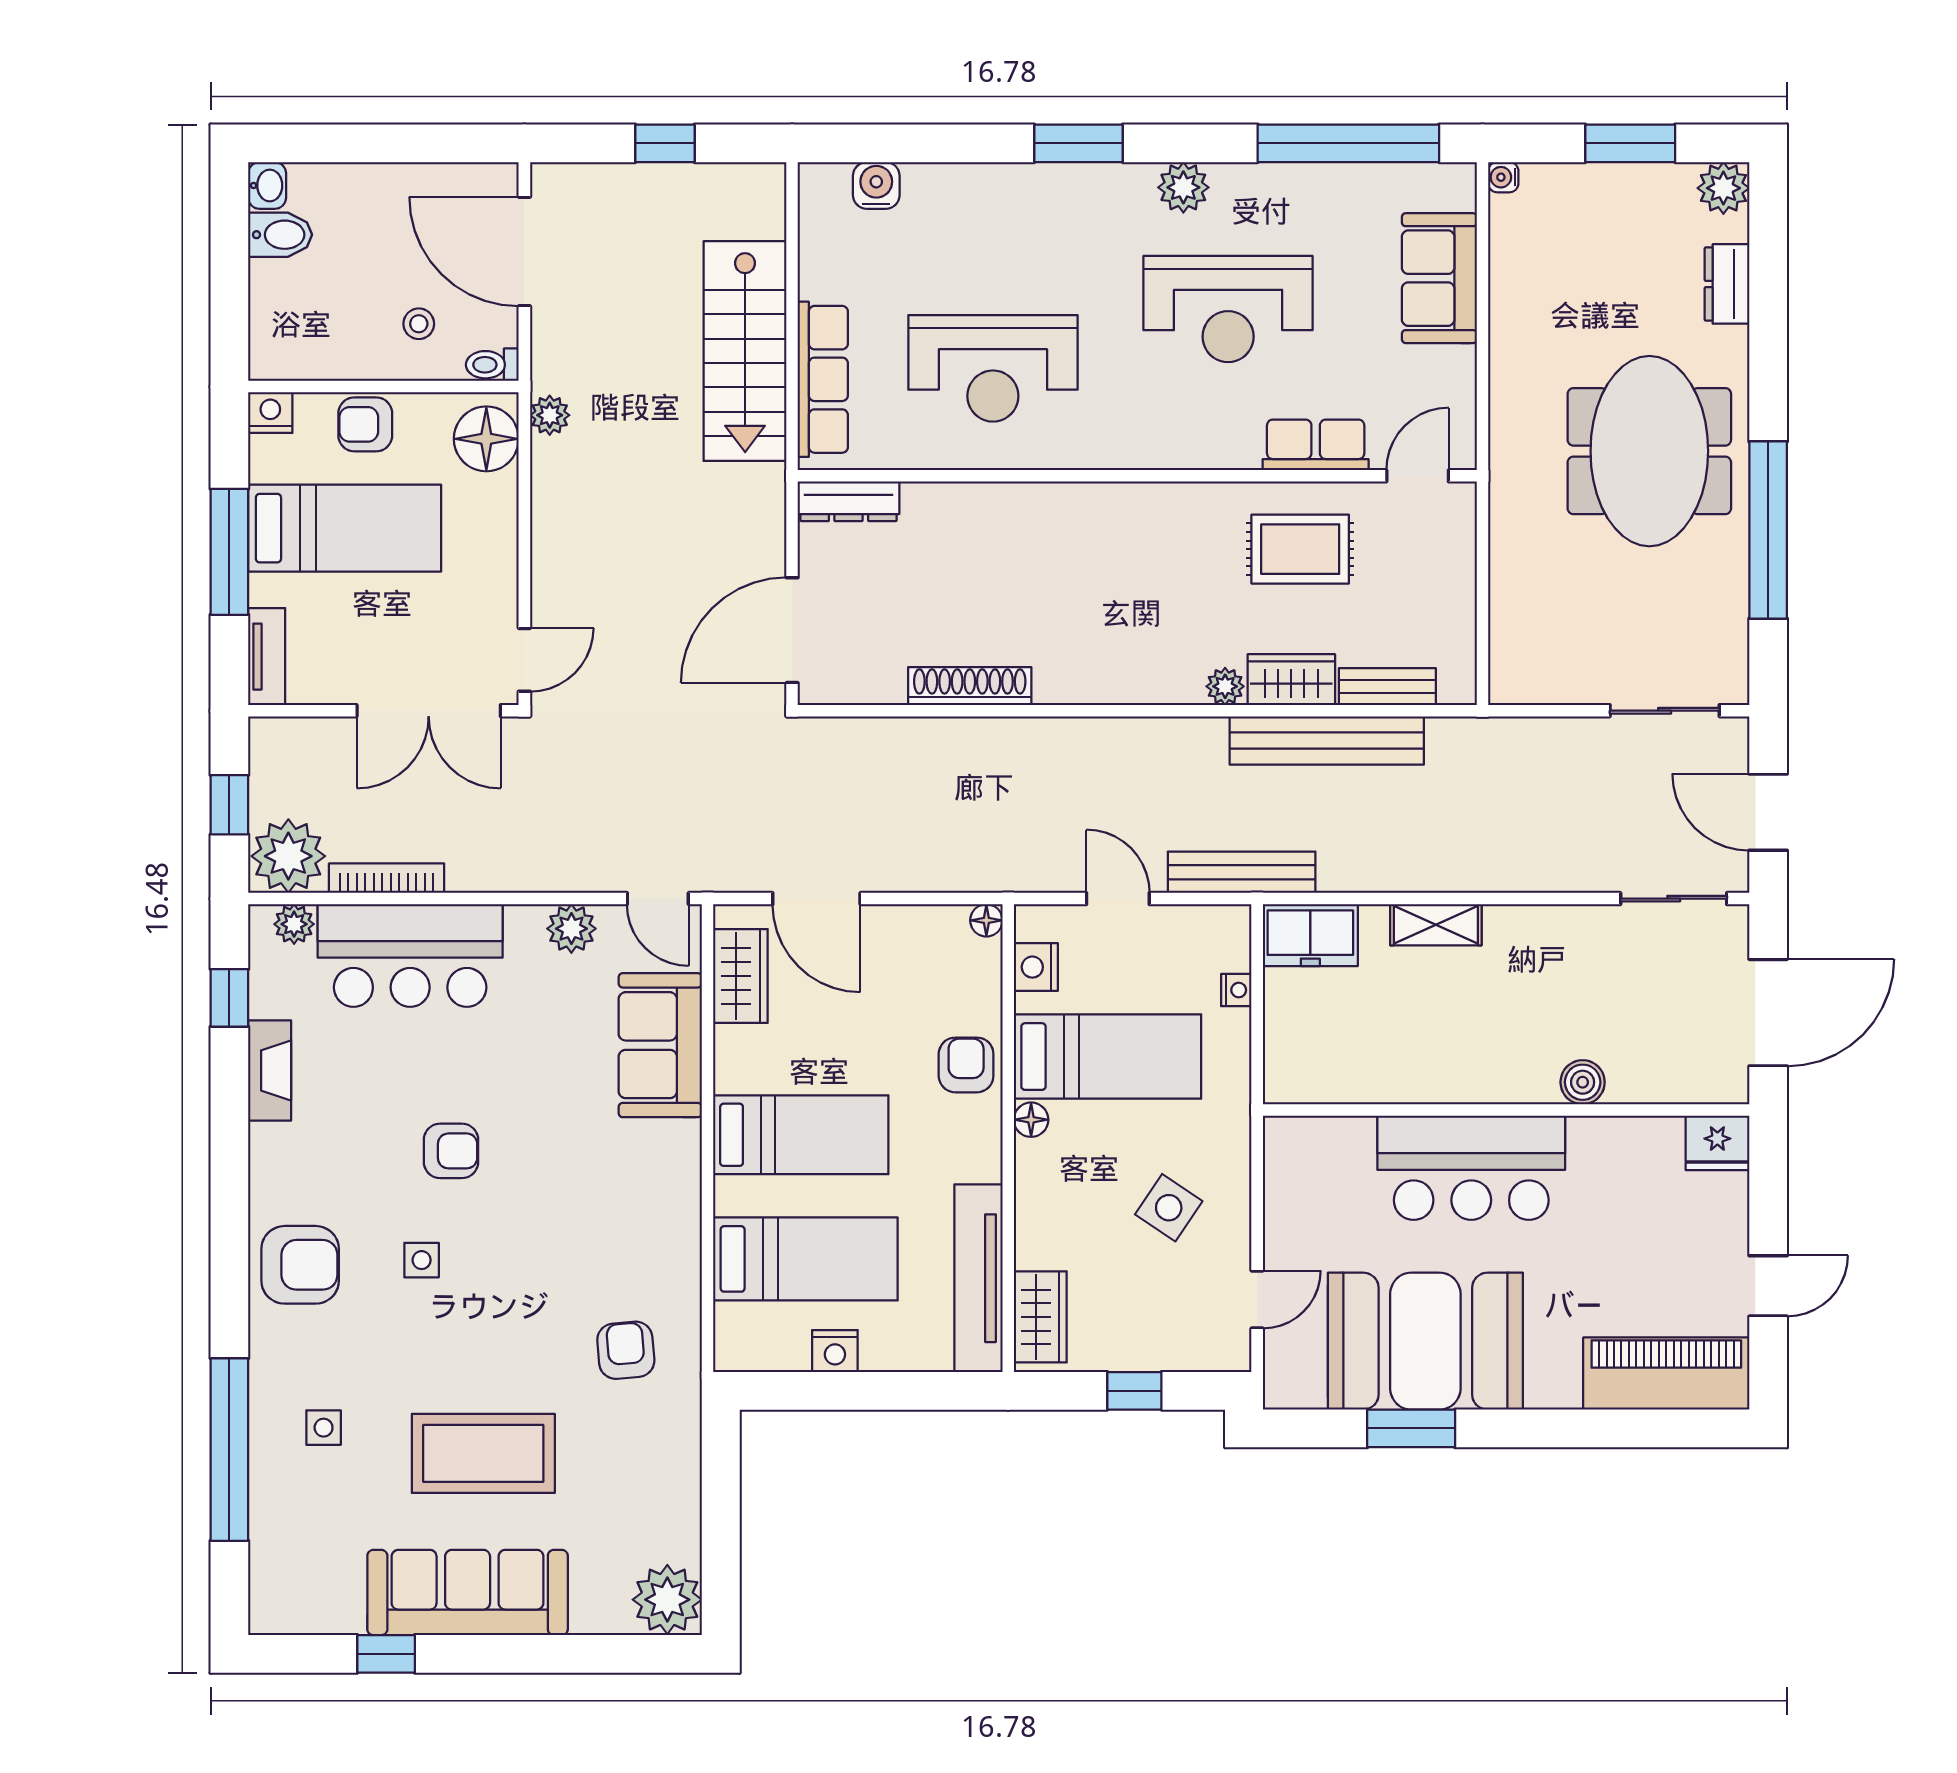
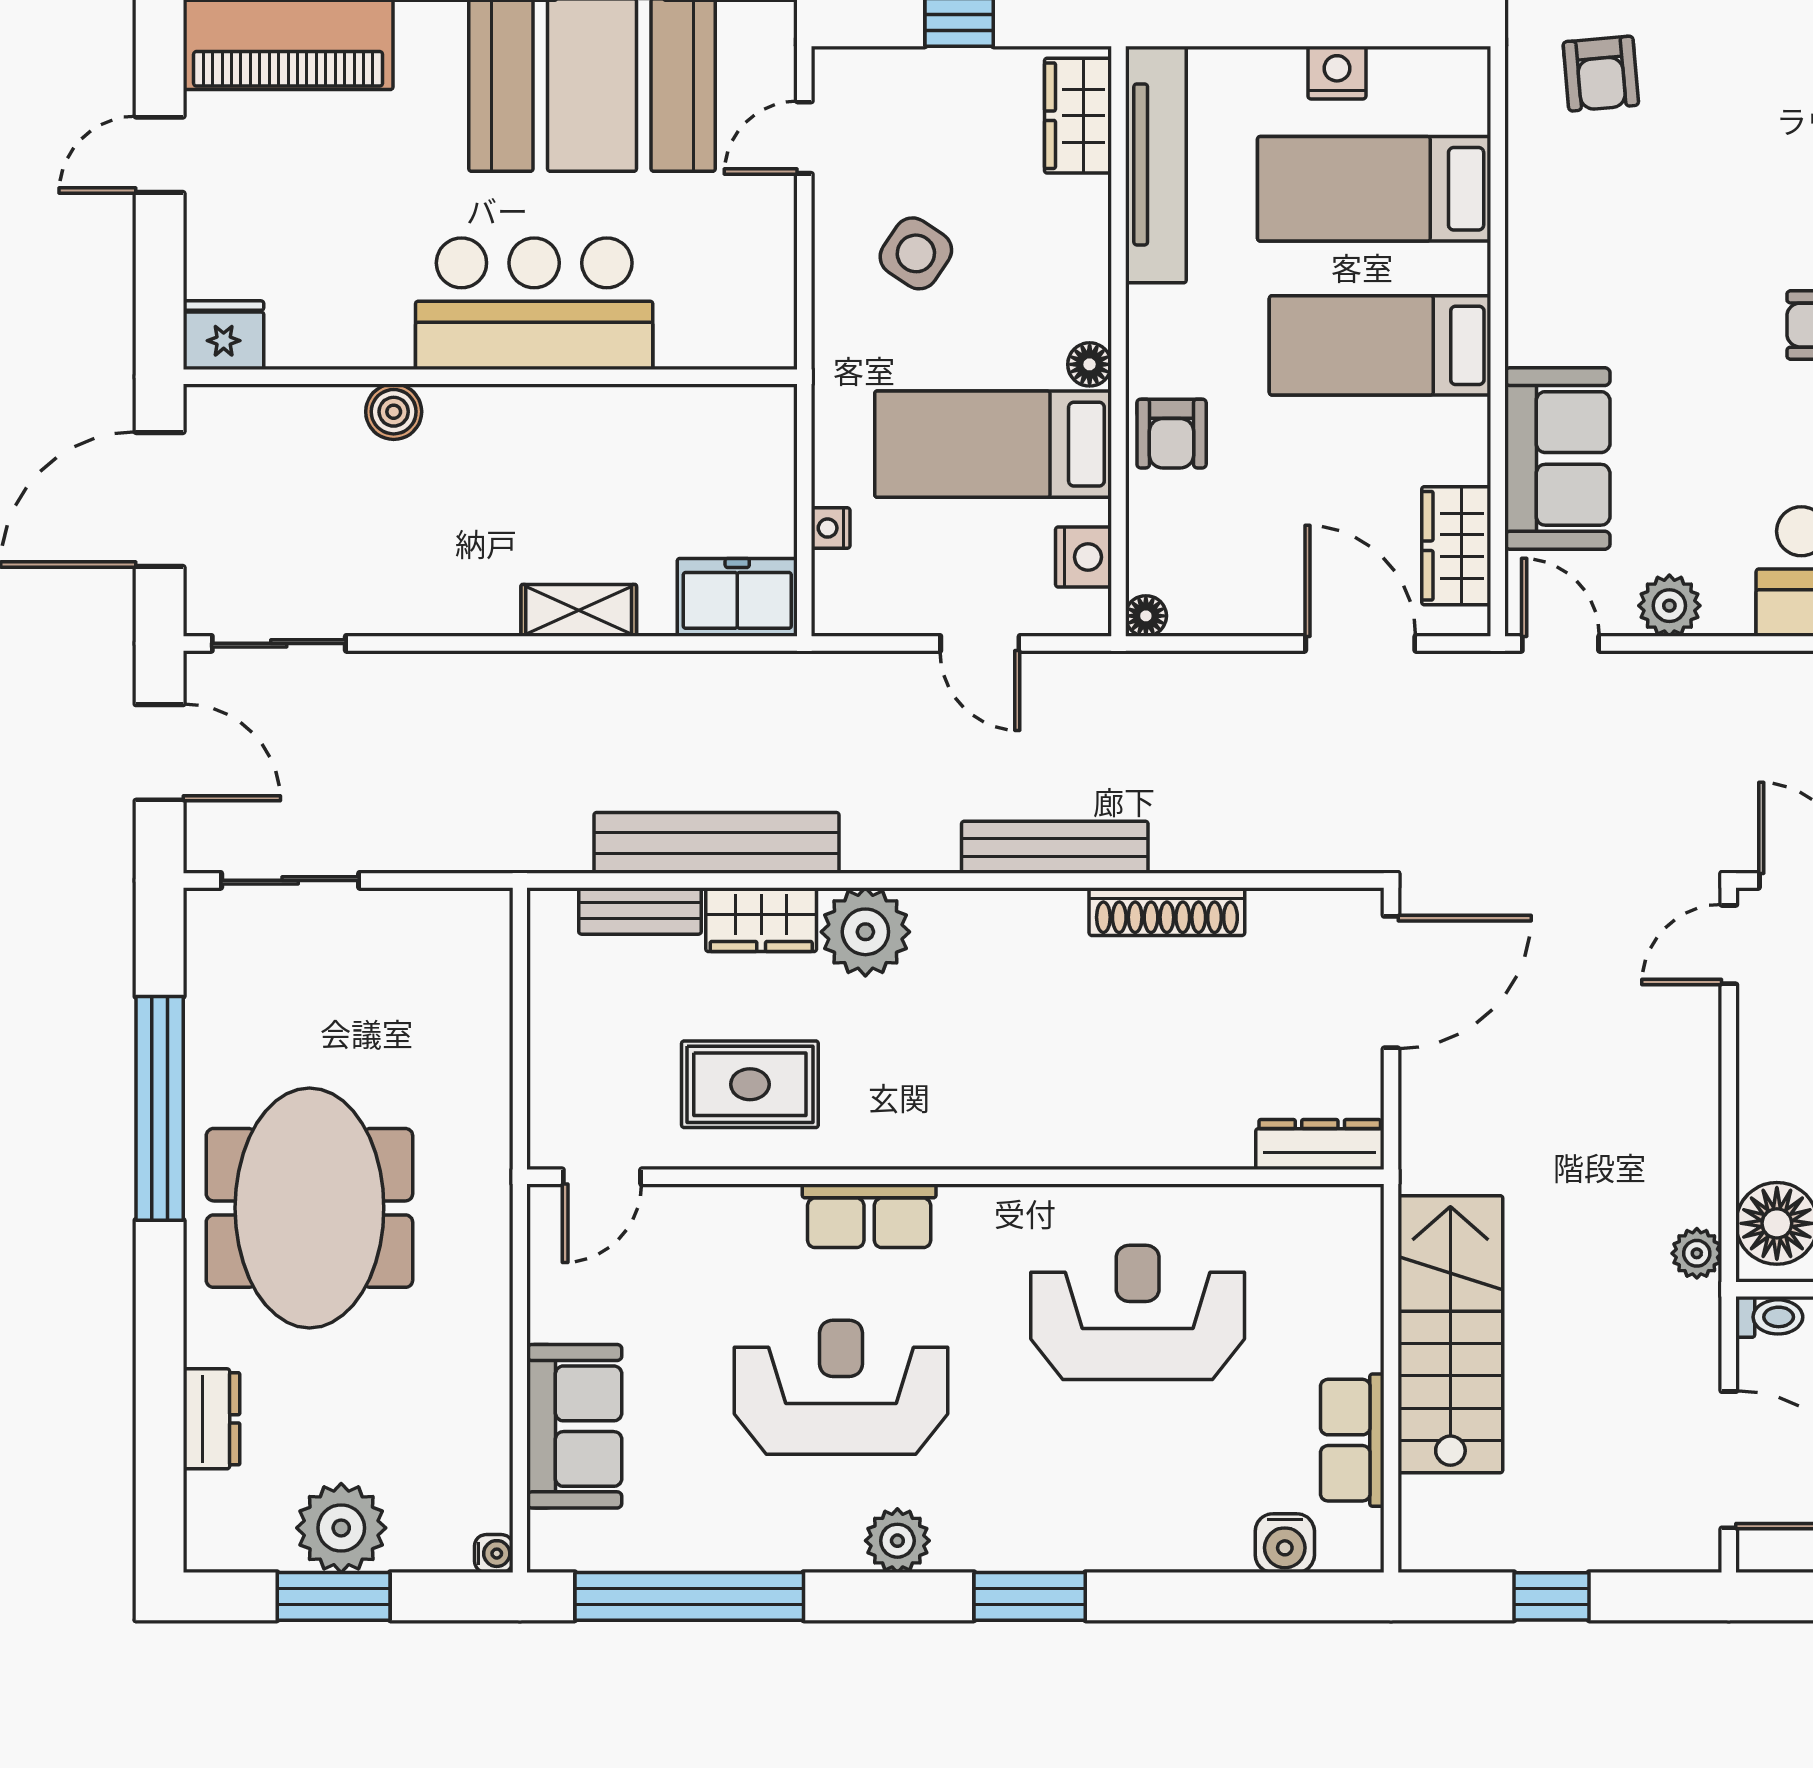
plant: (1723, 188) -> (341, 1528), moved, width x1.36, depth x1.36
row of seats: (823, 379) -> (1352, 1440), moved, width x0.68
row of seats: (1316, 445) -> (869, 1216), moved
plant: (1225, 686) -> (865, 932), width x1.88, depth x1.88
bench: (1242, 872) -> (1055, 847), moved

